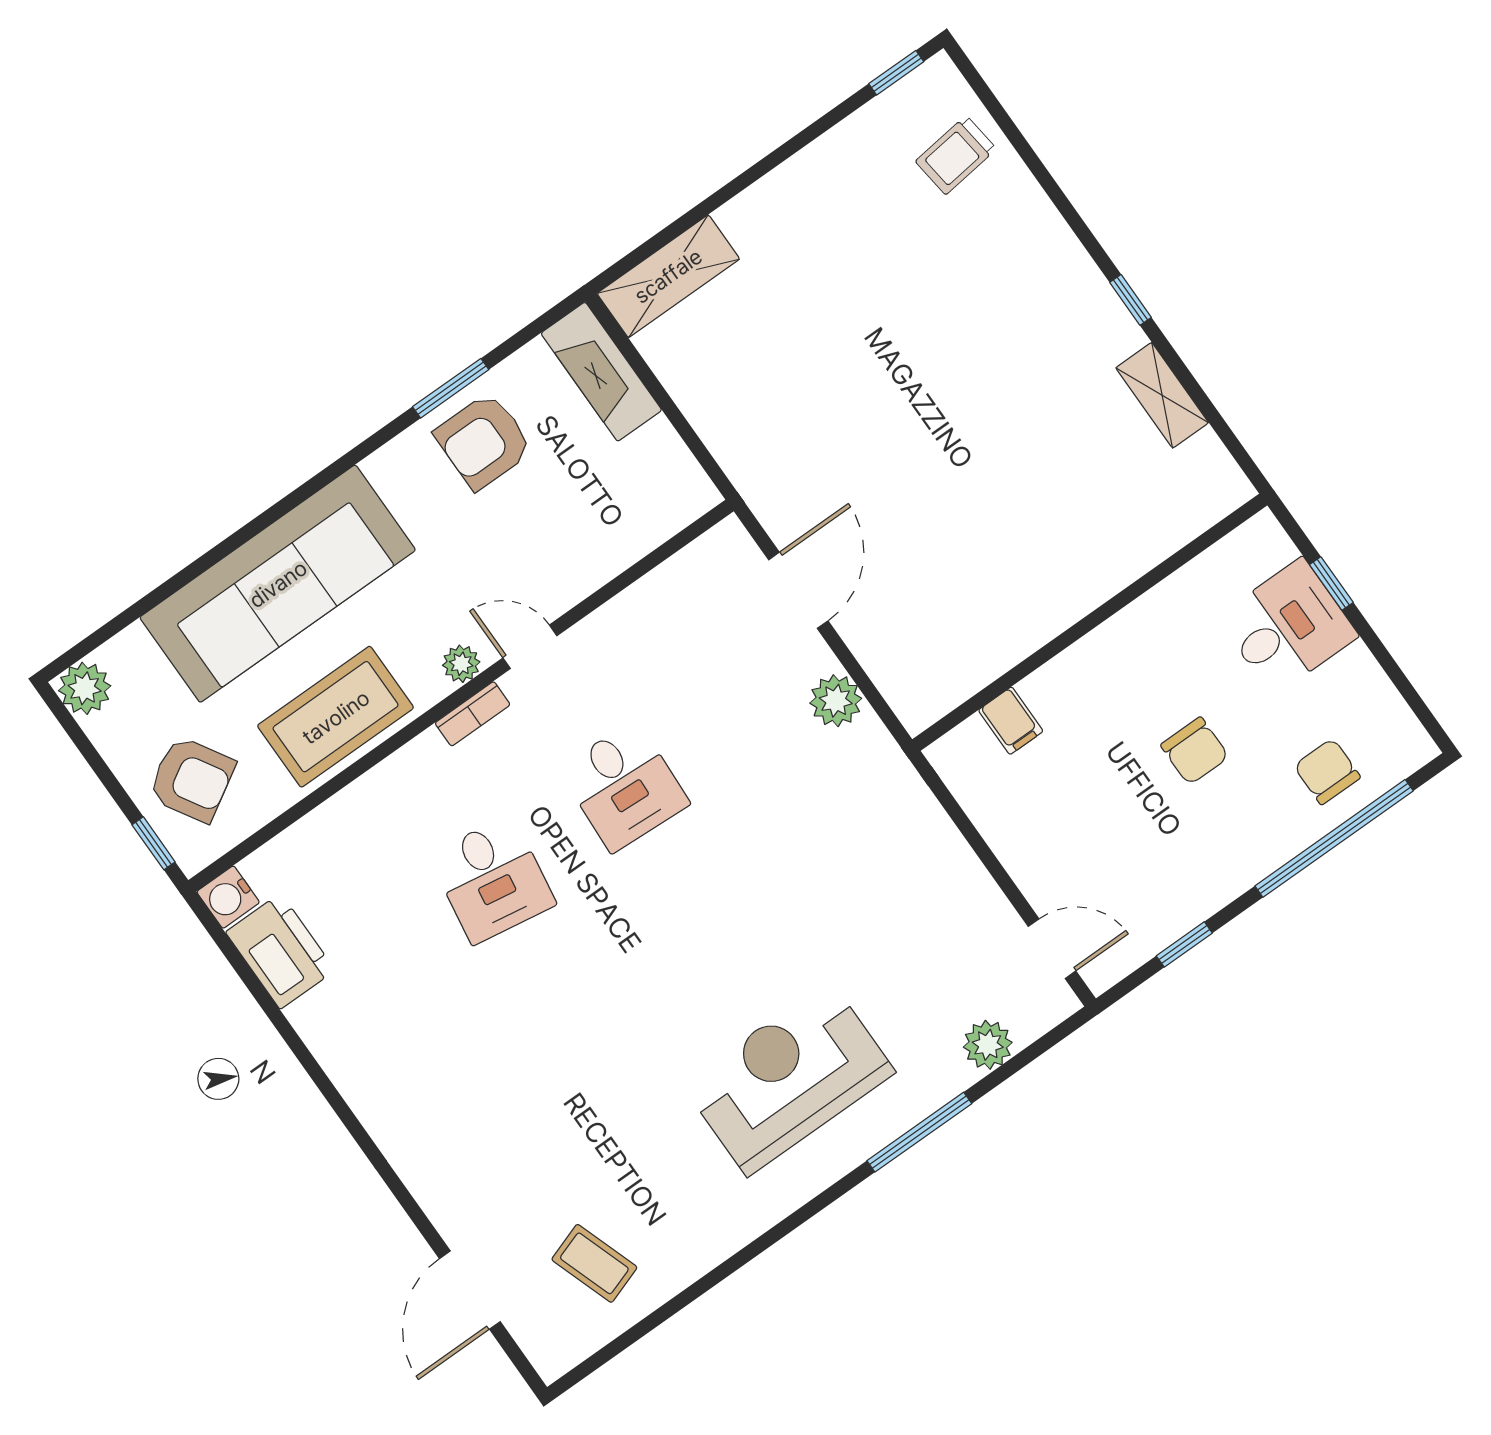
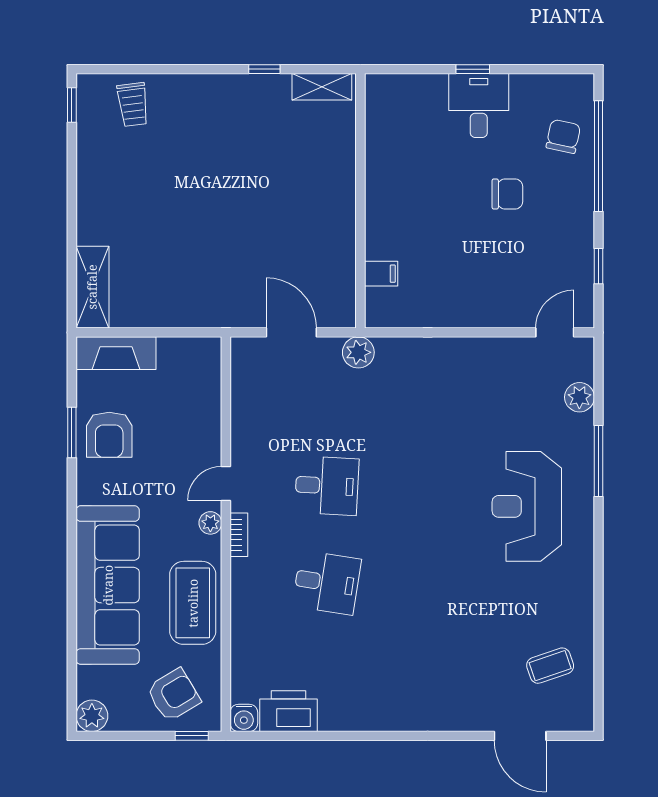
wall: (1090, 622) -> (360, 201), moved
filing cabinet: (1011, 721) -> (381, 274), moved
chair: (1327, 771) -> (563, 136), turned 102

